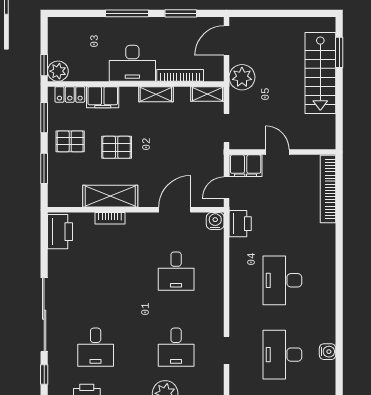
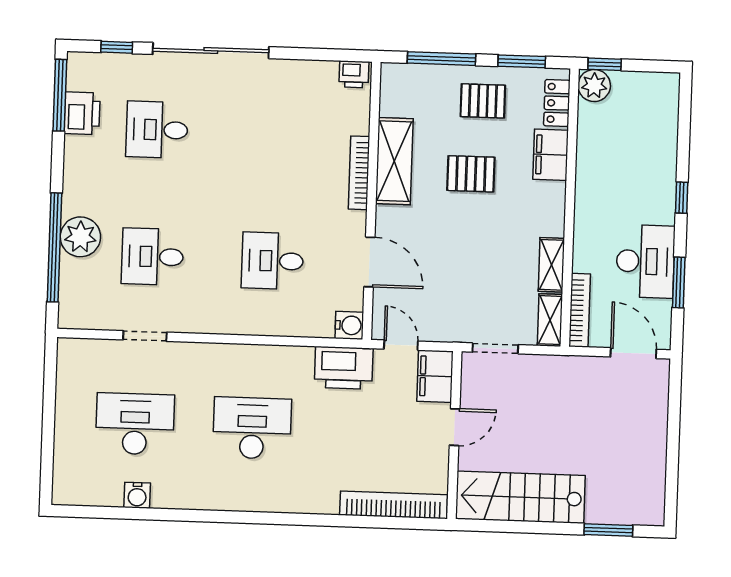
window: (127, 13) -> (682, 198), width x0.46
desk: (132, 63) -> (645, 261), moved, turned 180
stairs: (320, 73) -> (520, 497), moved
bookcase: (180, 75) -> (580, 310), moved
plant: (242, 77) -> (574, 375), removed
shelving: (156, 94) -> (551, 265), moved
pallet: (70, 141) -> (483, 101), turned 90
pallet: (117, 147) -> (471, 174), turned 90
window: (44, 168) -> (442, 59), width x1.44
bookcase: (110, 218) -> (359, 173), width x1.56
printer: (240, 224) -> (344, 368), width x1.37, depth x1.19
printer: (60, 232) -> (354, 74), width x0.53, depth x0.68

